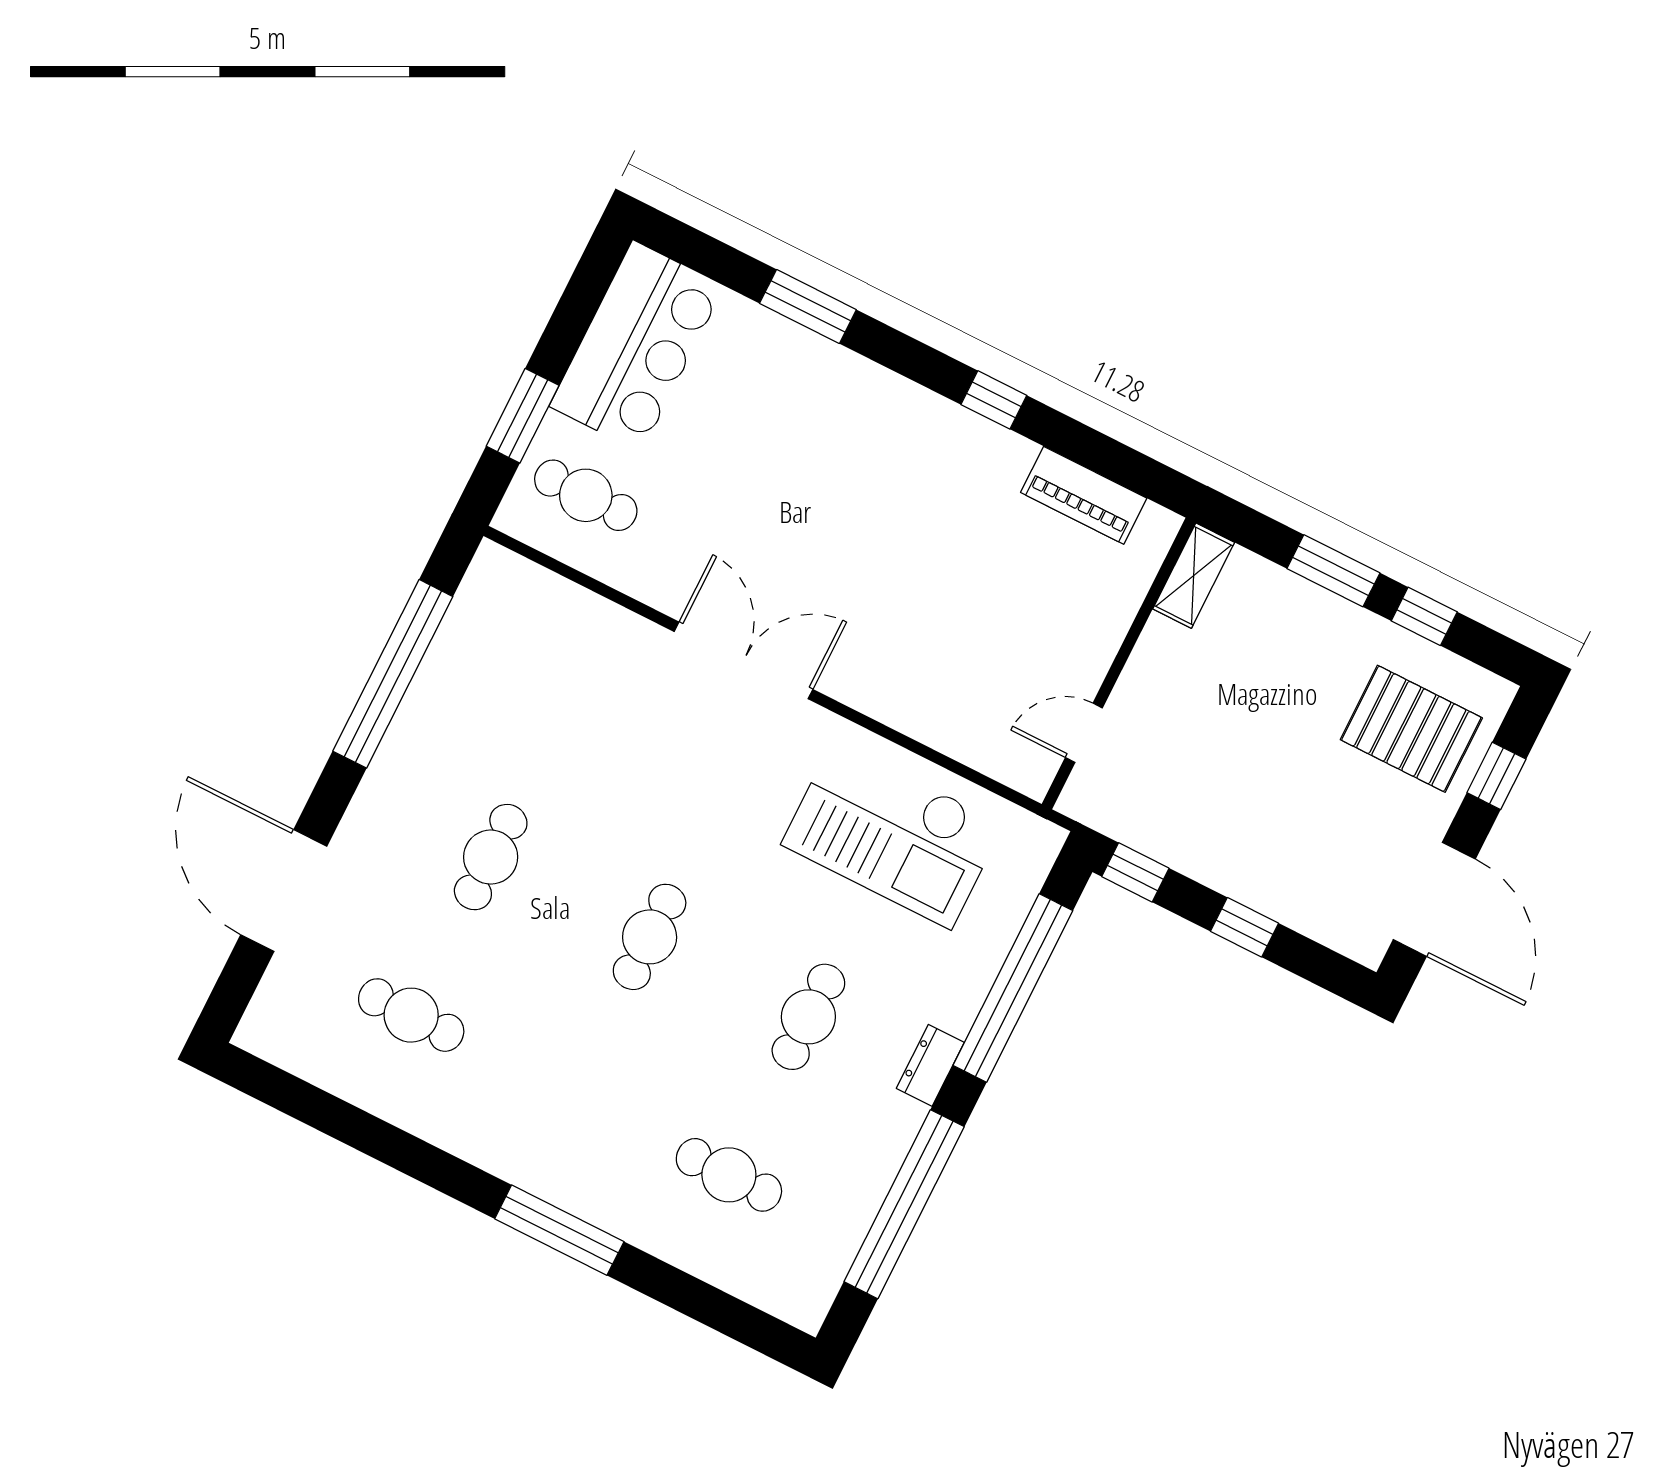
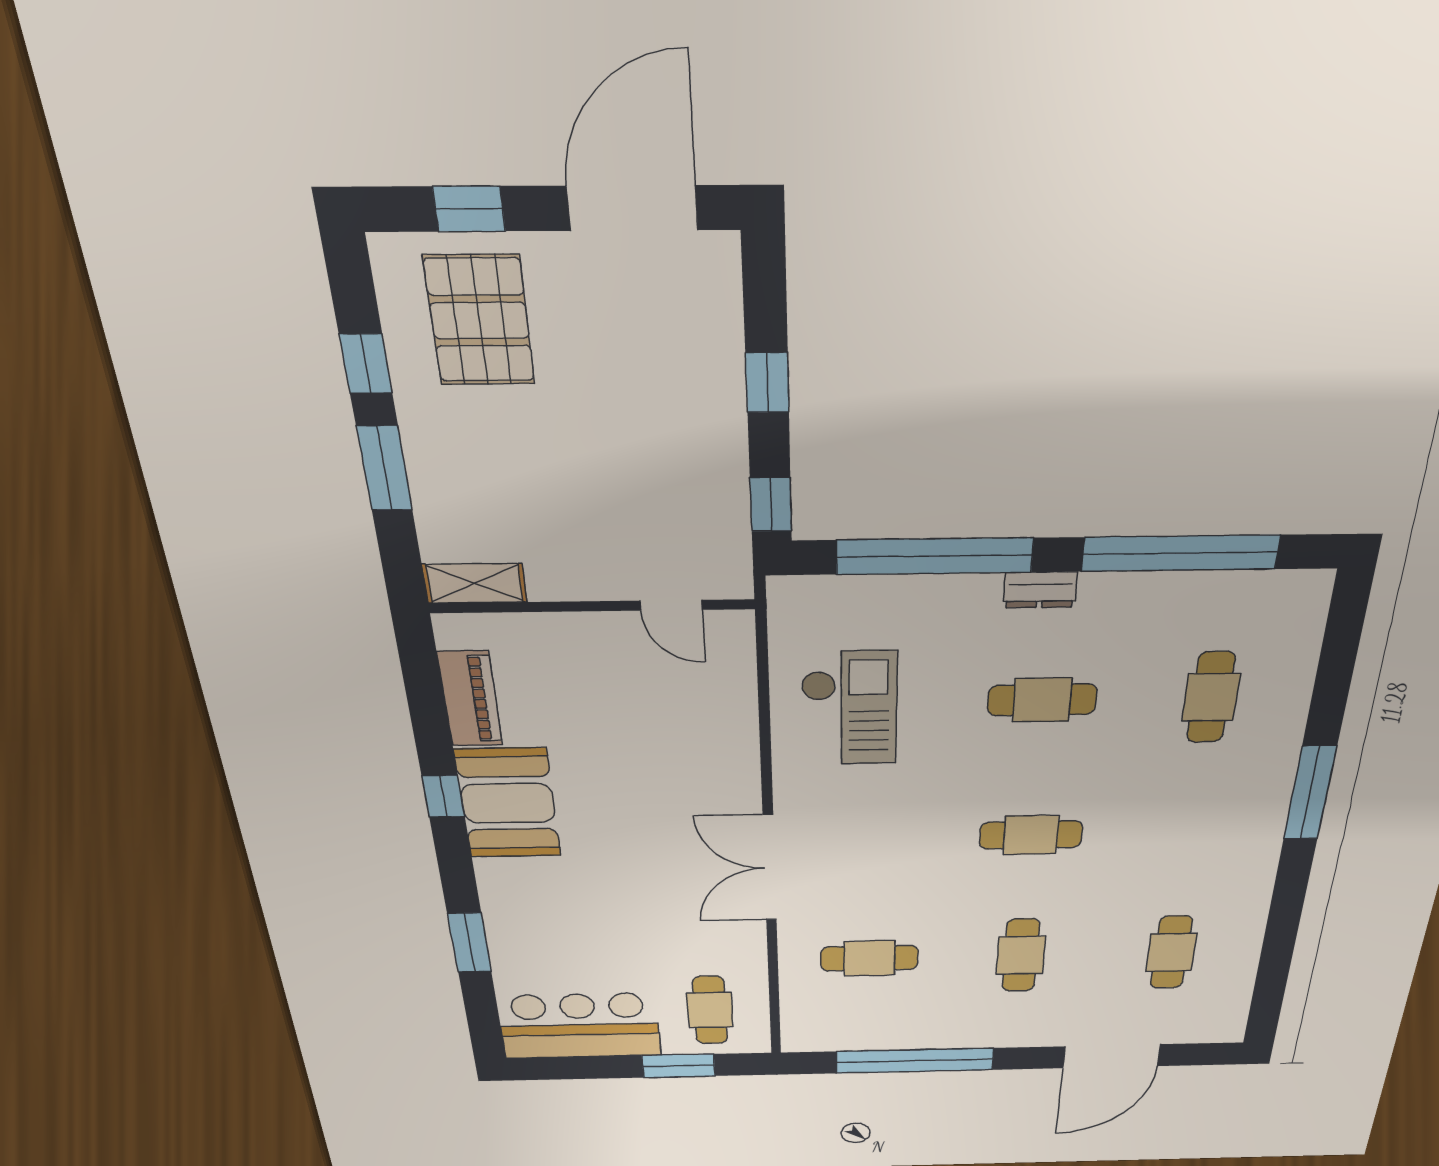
booth: (954, 455) -> (508, 803), added
cafe table: (570, 699) -> (869, 958), added
checkout: (893, 834) -> (849, 708), width x0.73, depth x0.83
cafe table: (491, 857) -> (1021, 955), turned 90

